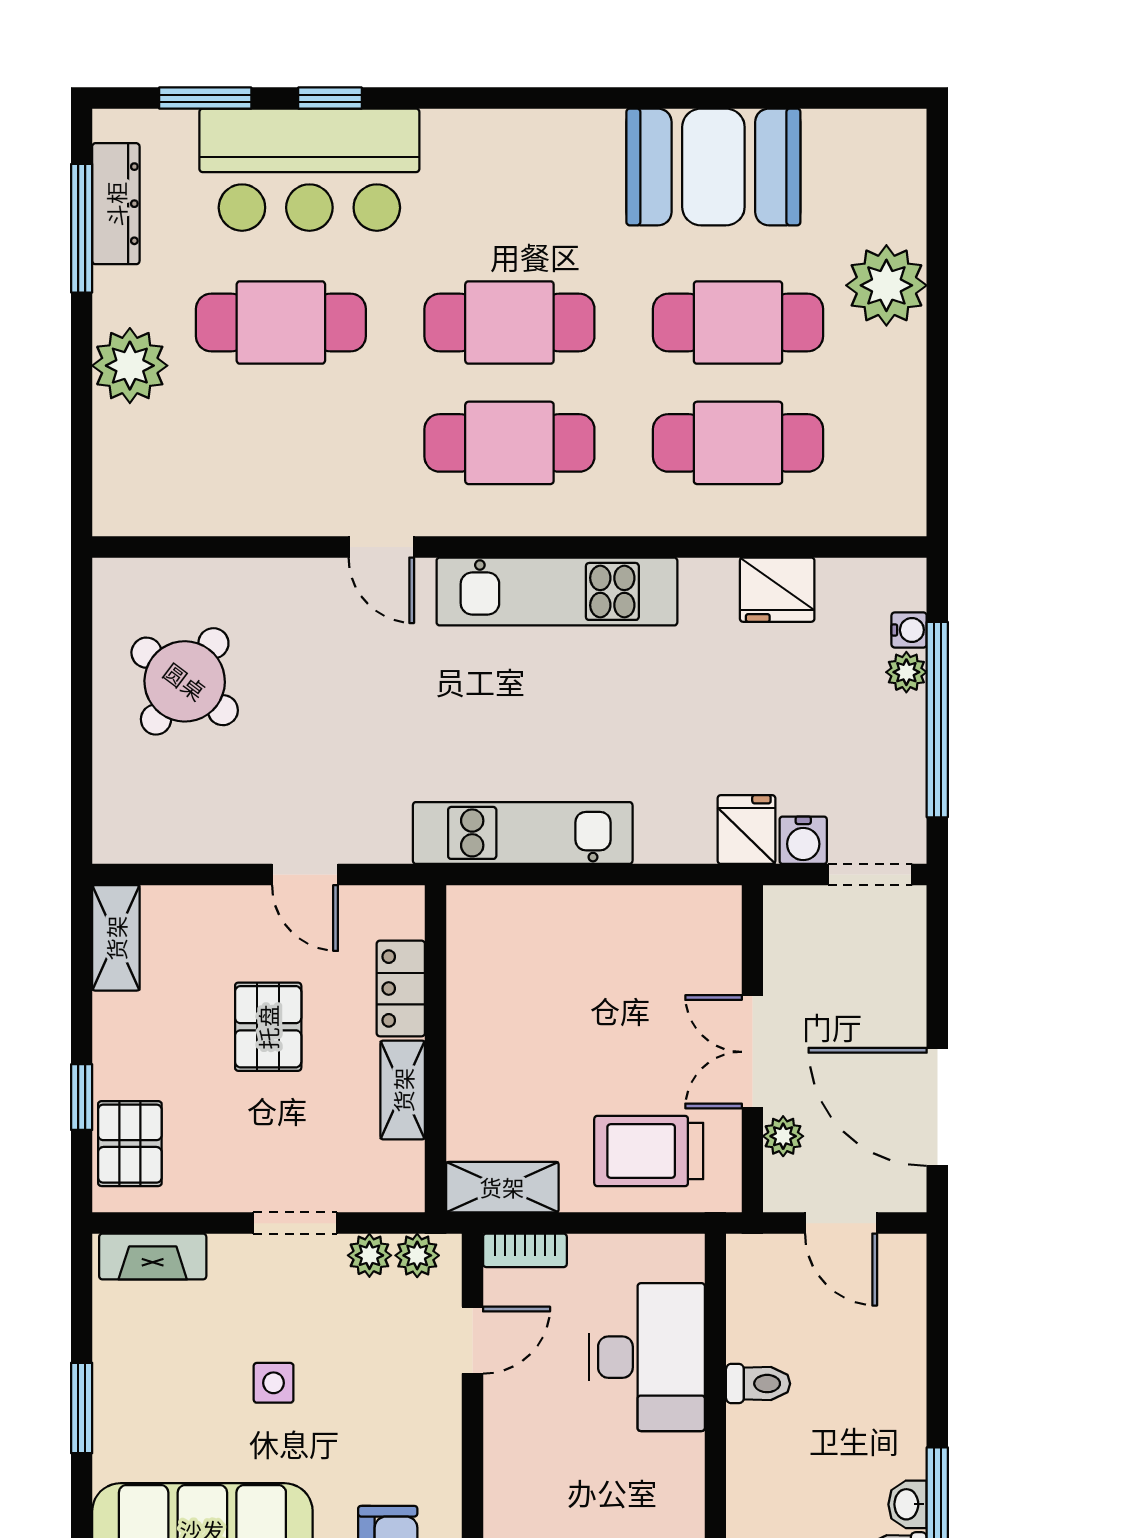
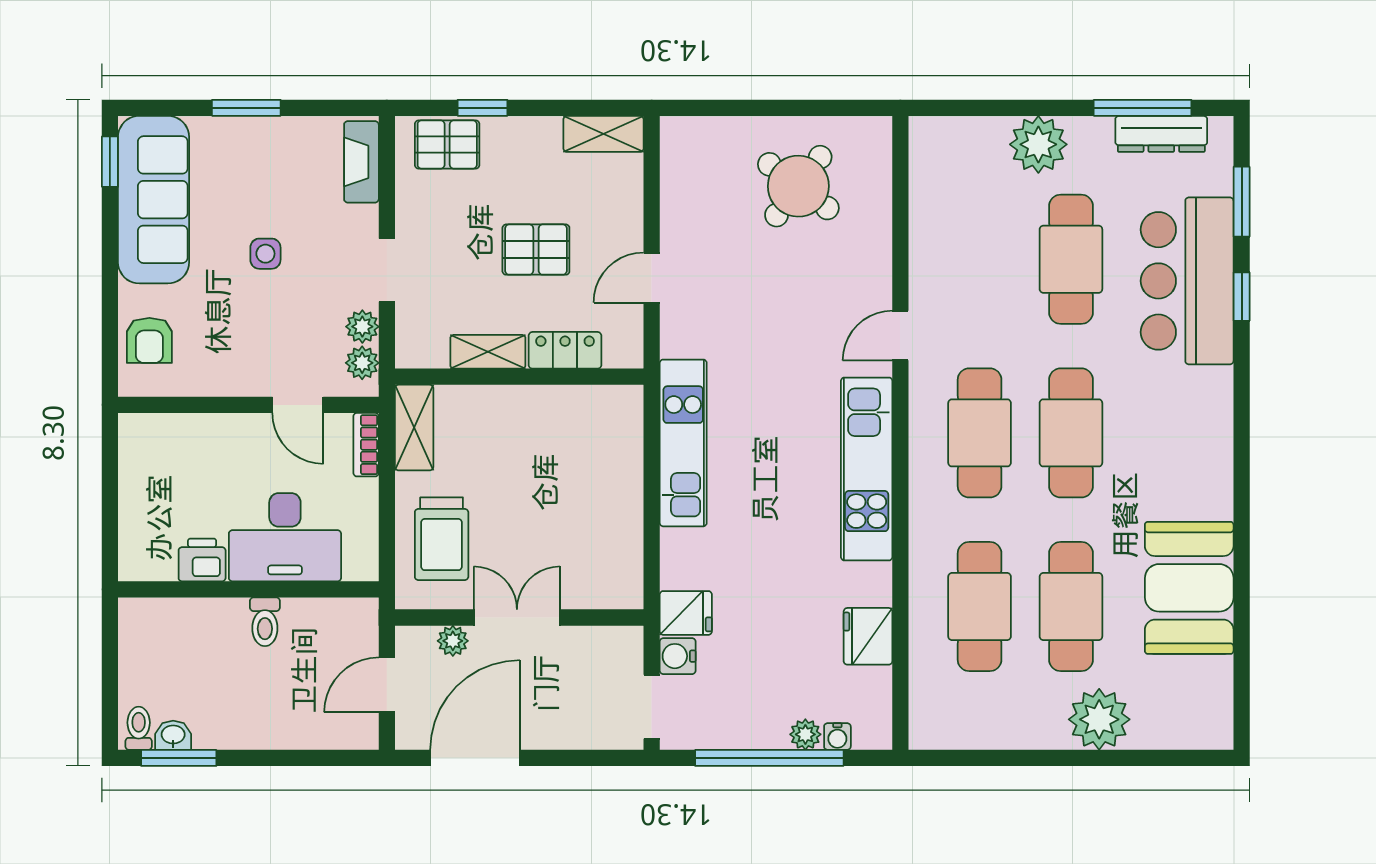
trolley: (649, 1151) -> (442, 539), turned 180
printer: (677, 1466) -> (202, 560), added

